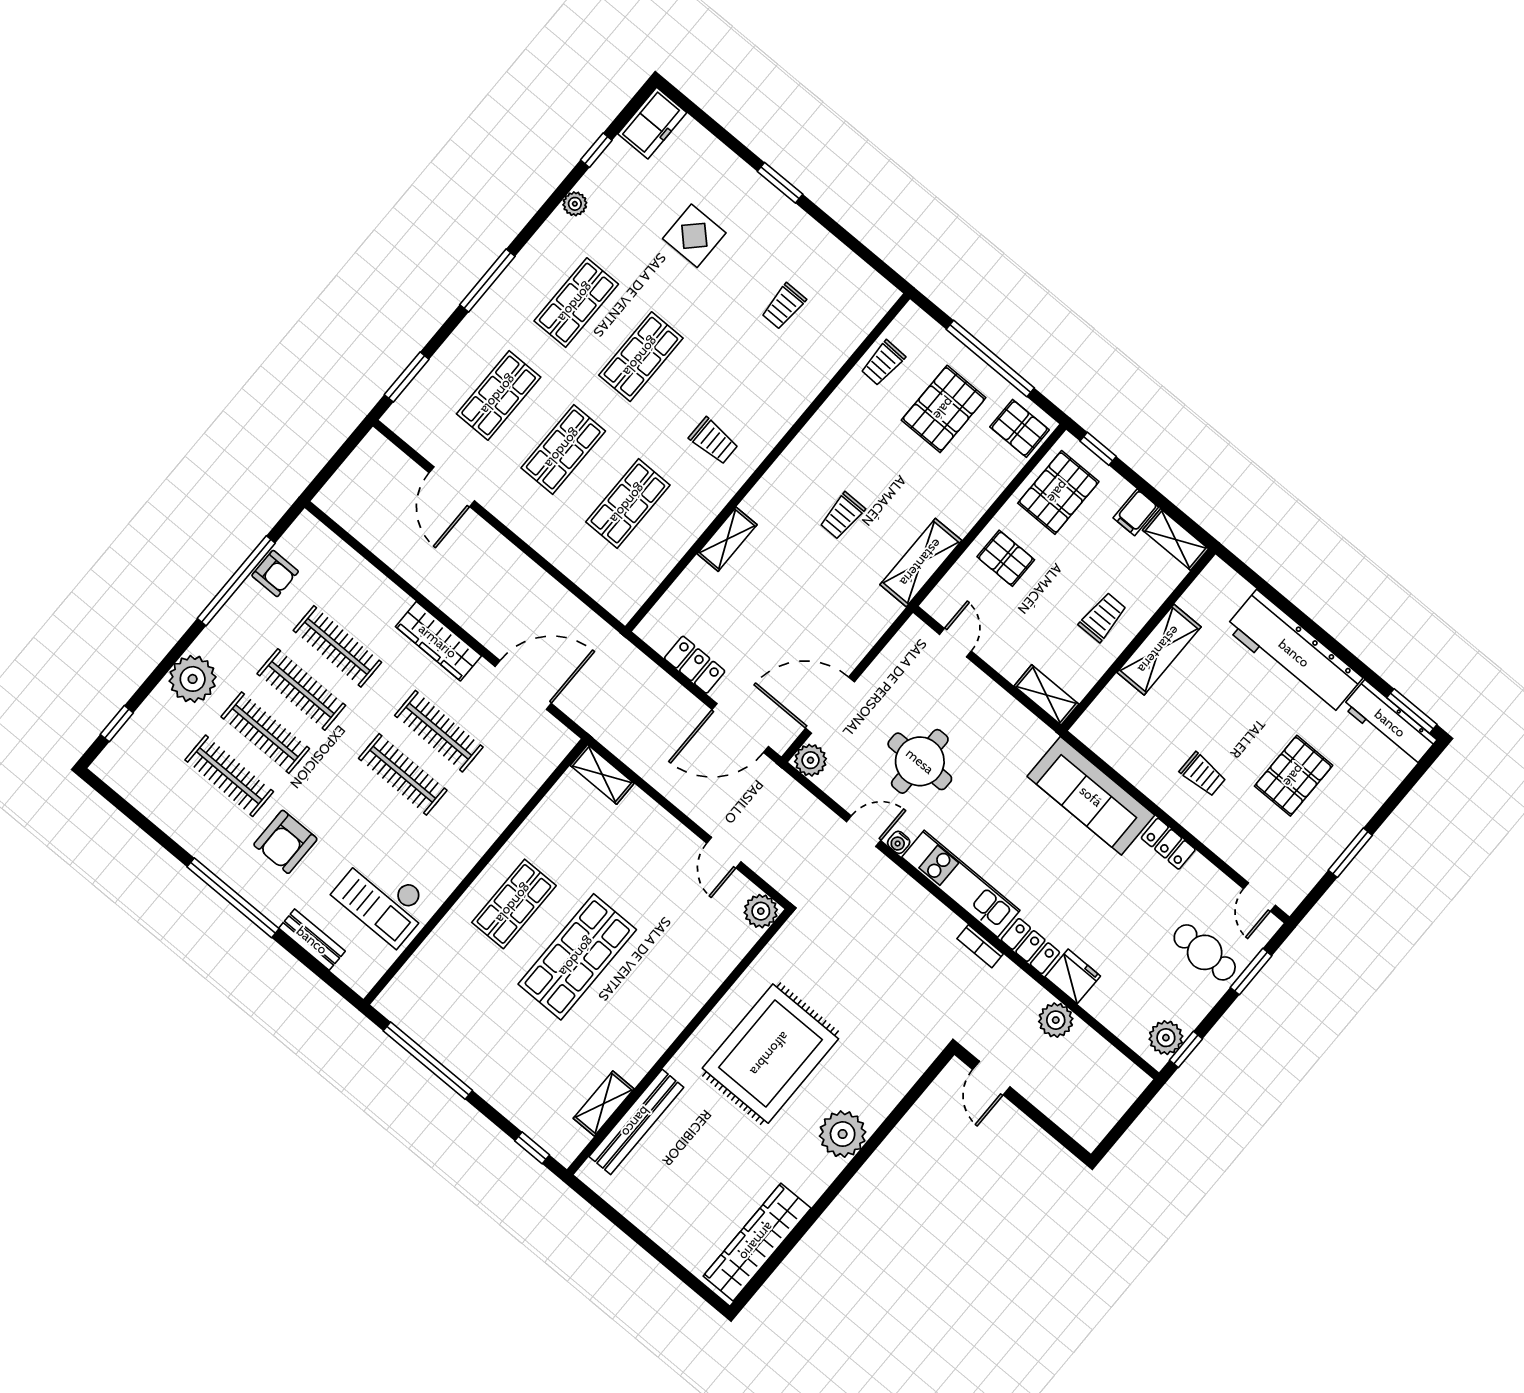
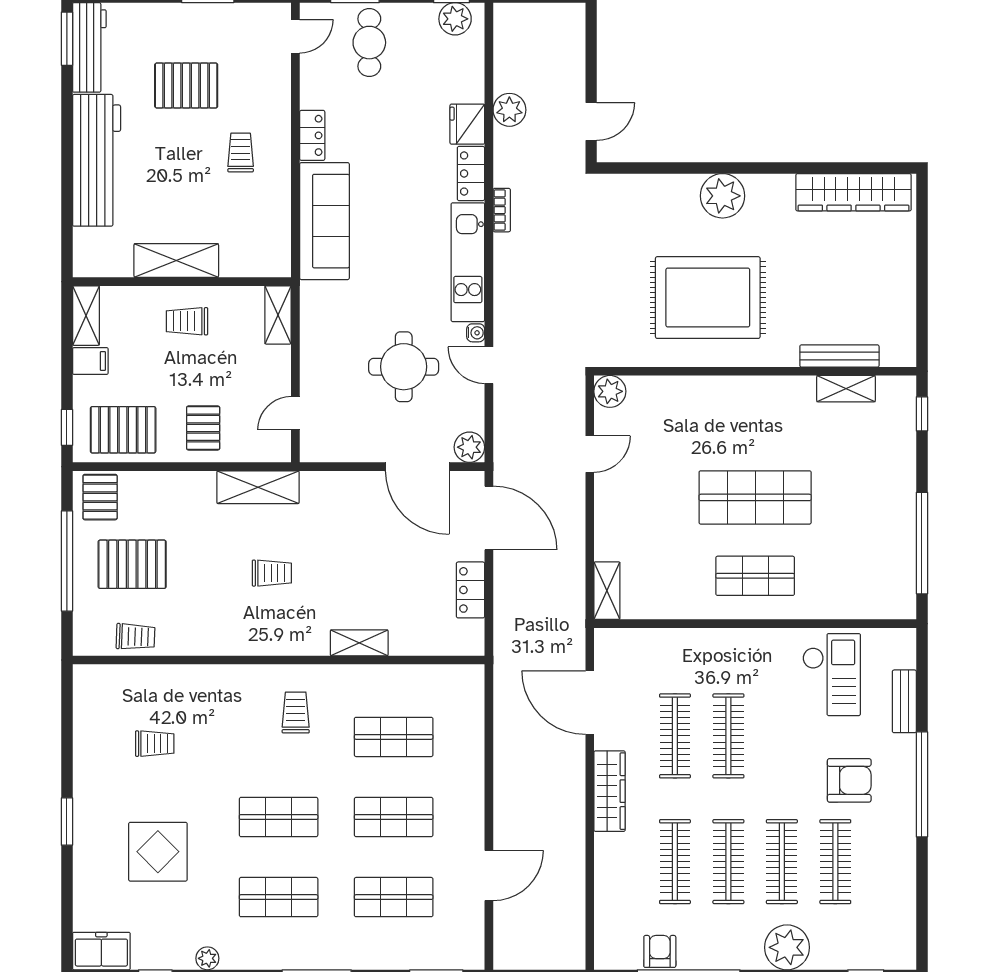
display table: (694, 236) -> (158, 852), width x1.36, depth x1.36
bench: (636, 1122) -> (839, 356), width x0.73, depth x0.82

